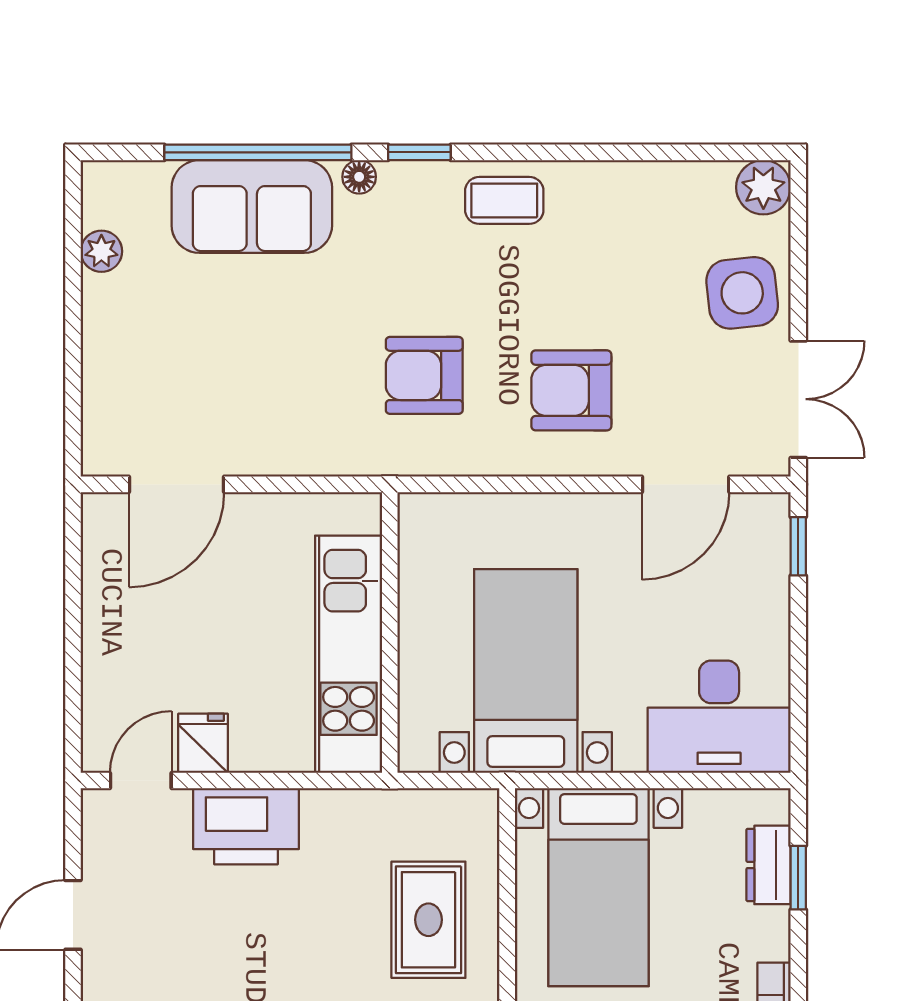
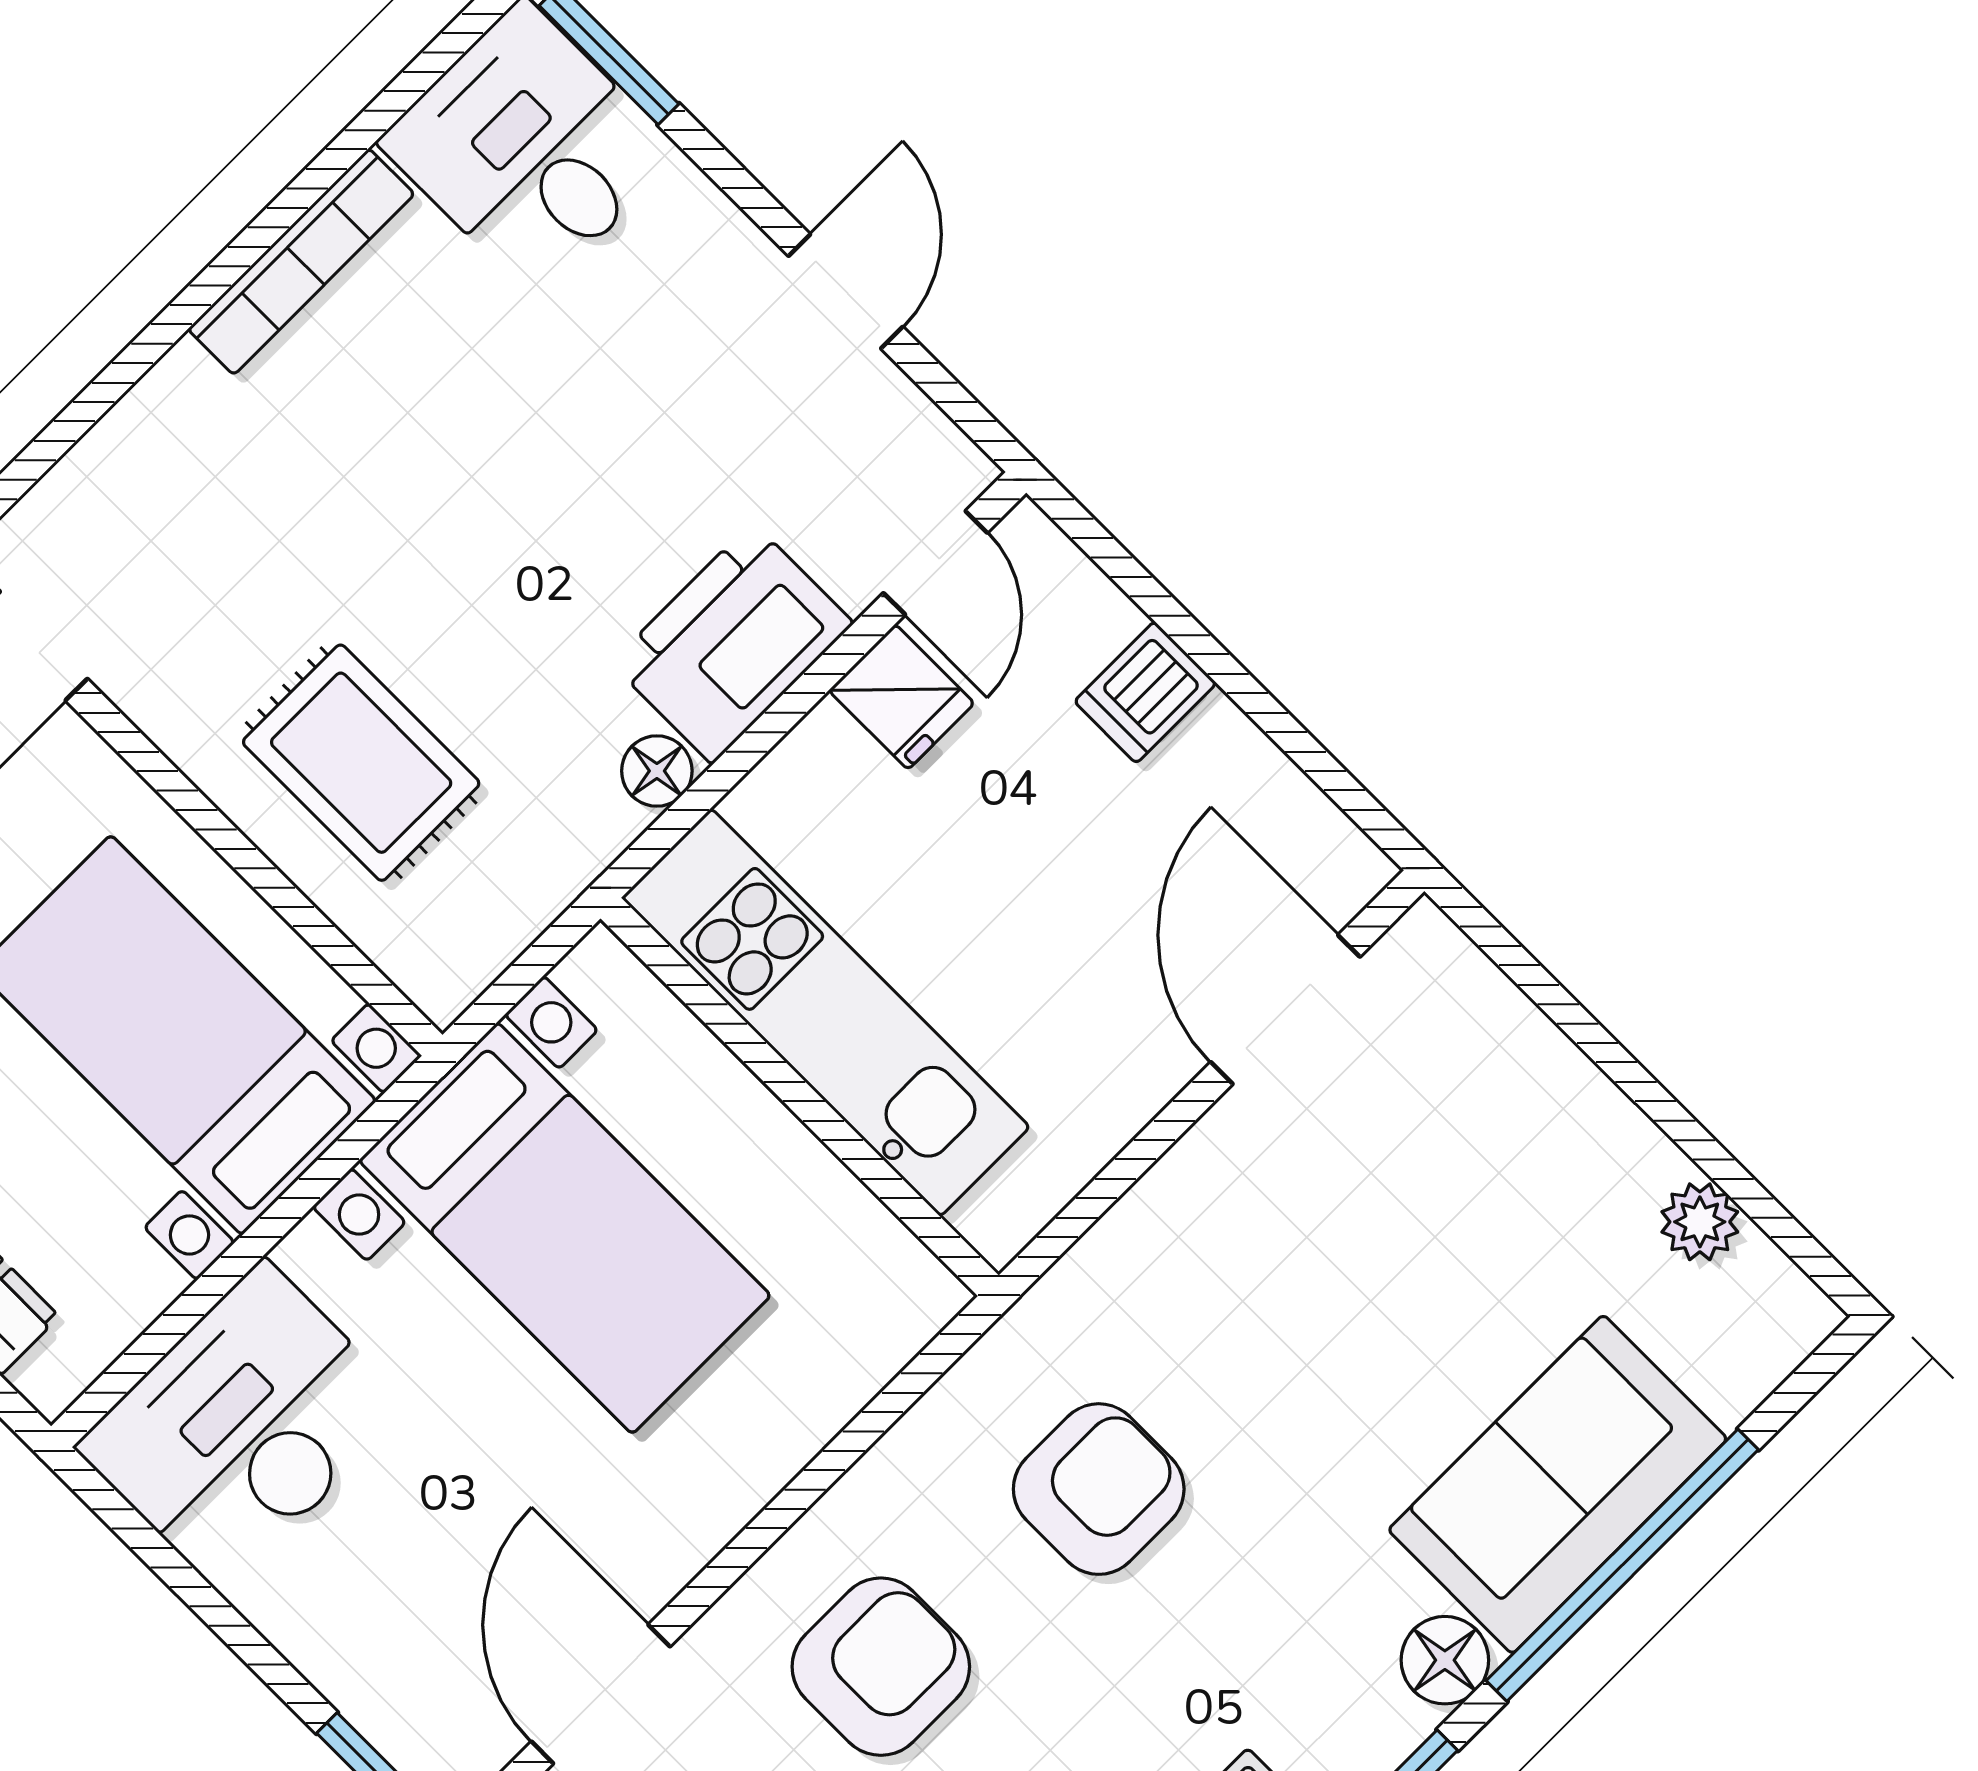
floor lamp: (359, 177) -> (1445, 1660), width x1.37, depth x1.37
dishwasher: (111, 654) -> (1145, 692), added
floor lamp: (322, 807) -> (657, 771), added

